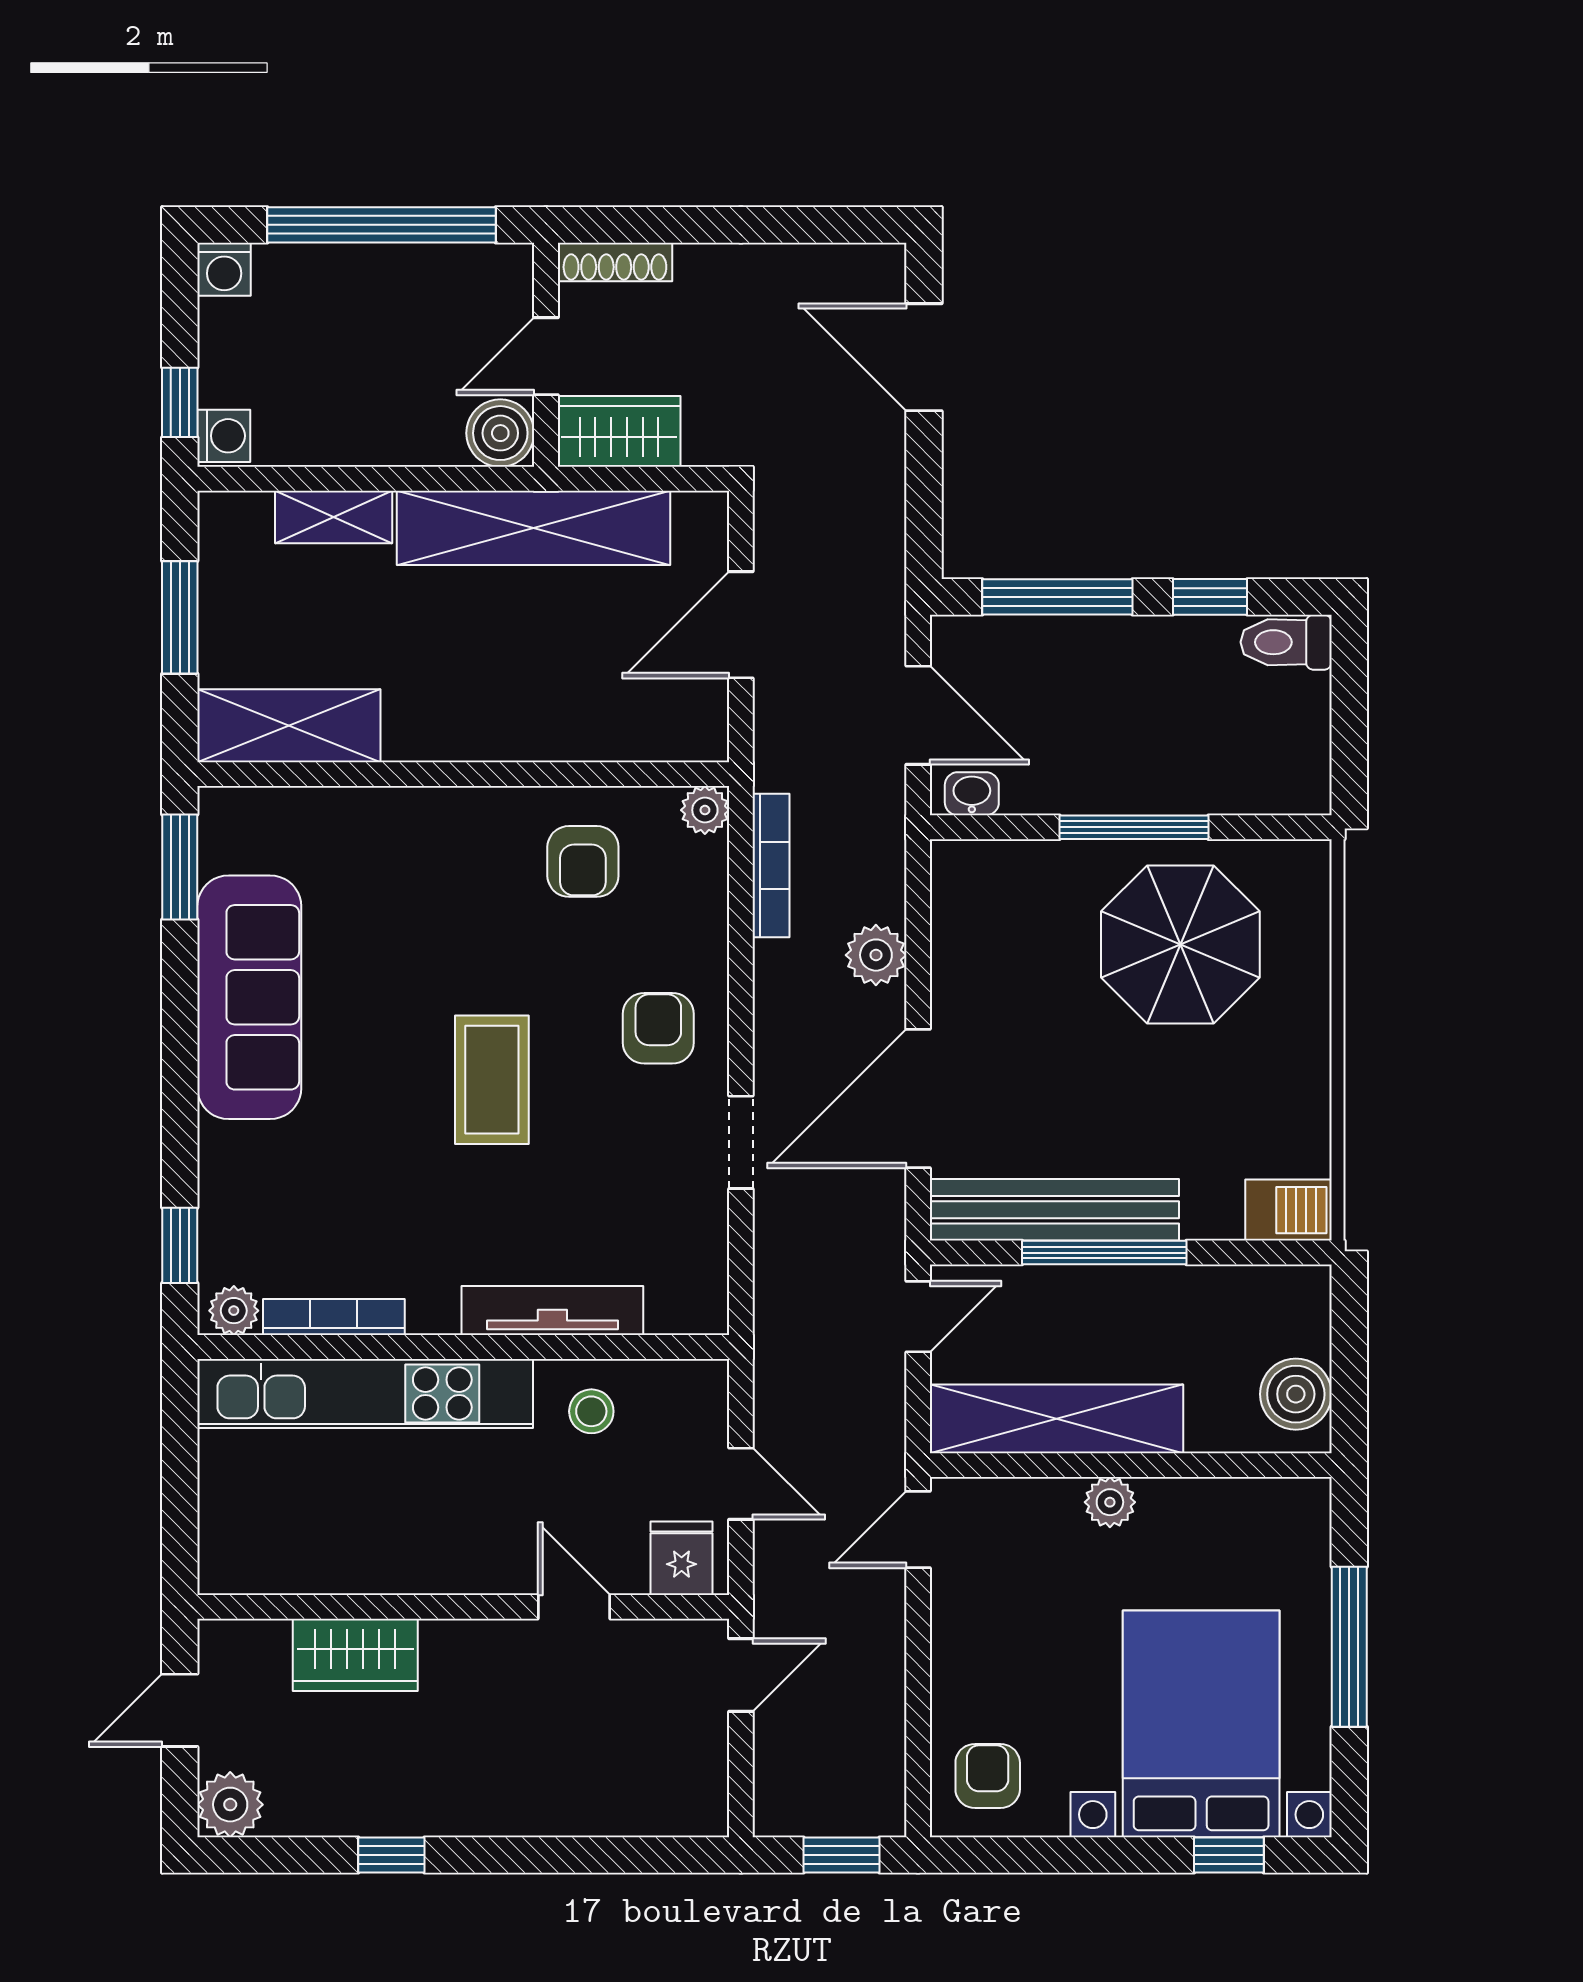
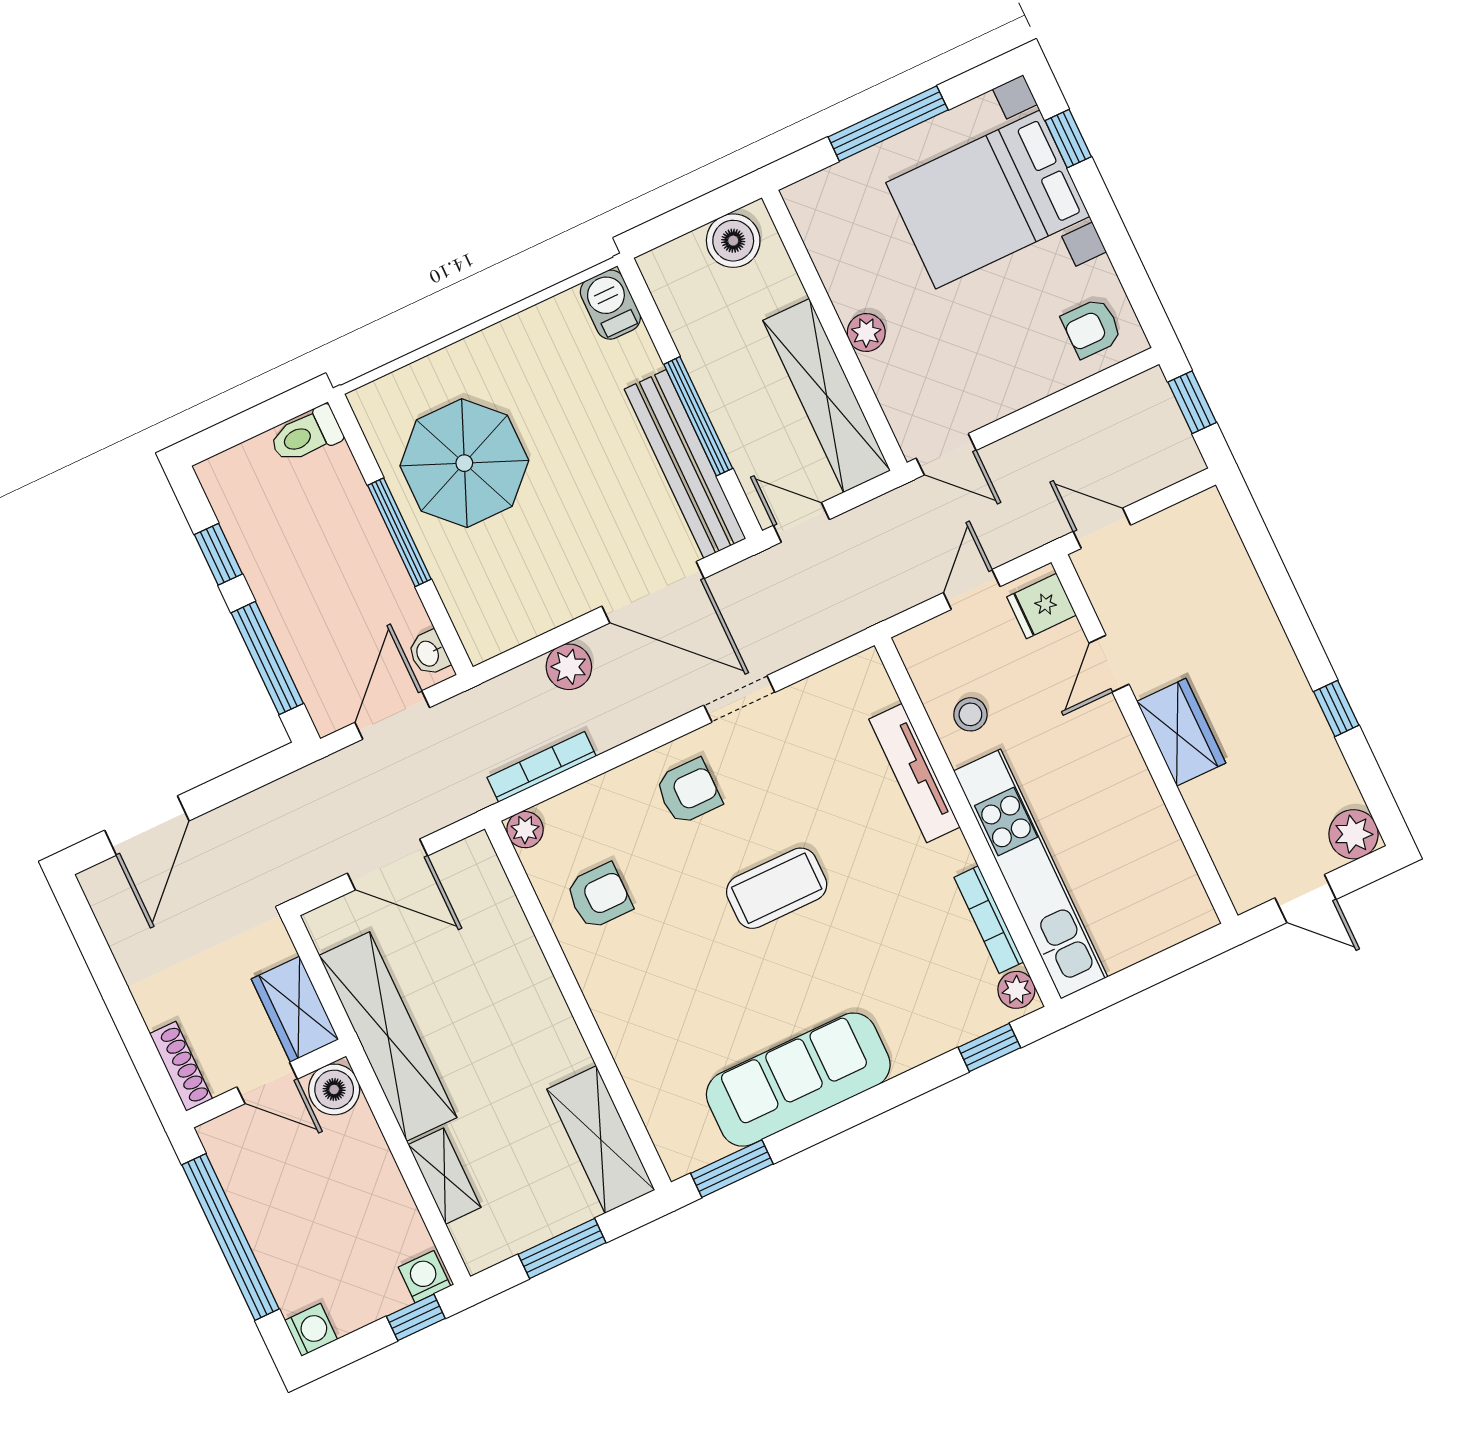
toilet: (1286, 642) -> (306, 435), moved, turned 90
armchair: (658, 1028) -> (688, 791), turned 180
wardrobe: (355, 1655) -> (1181, 732), moved

